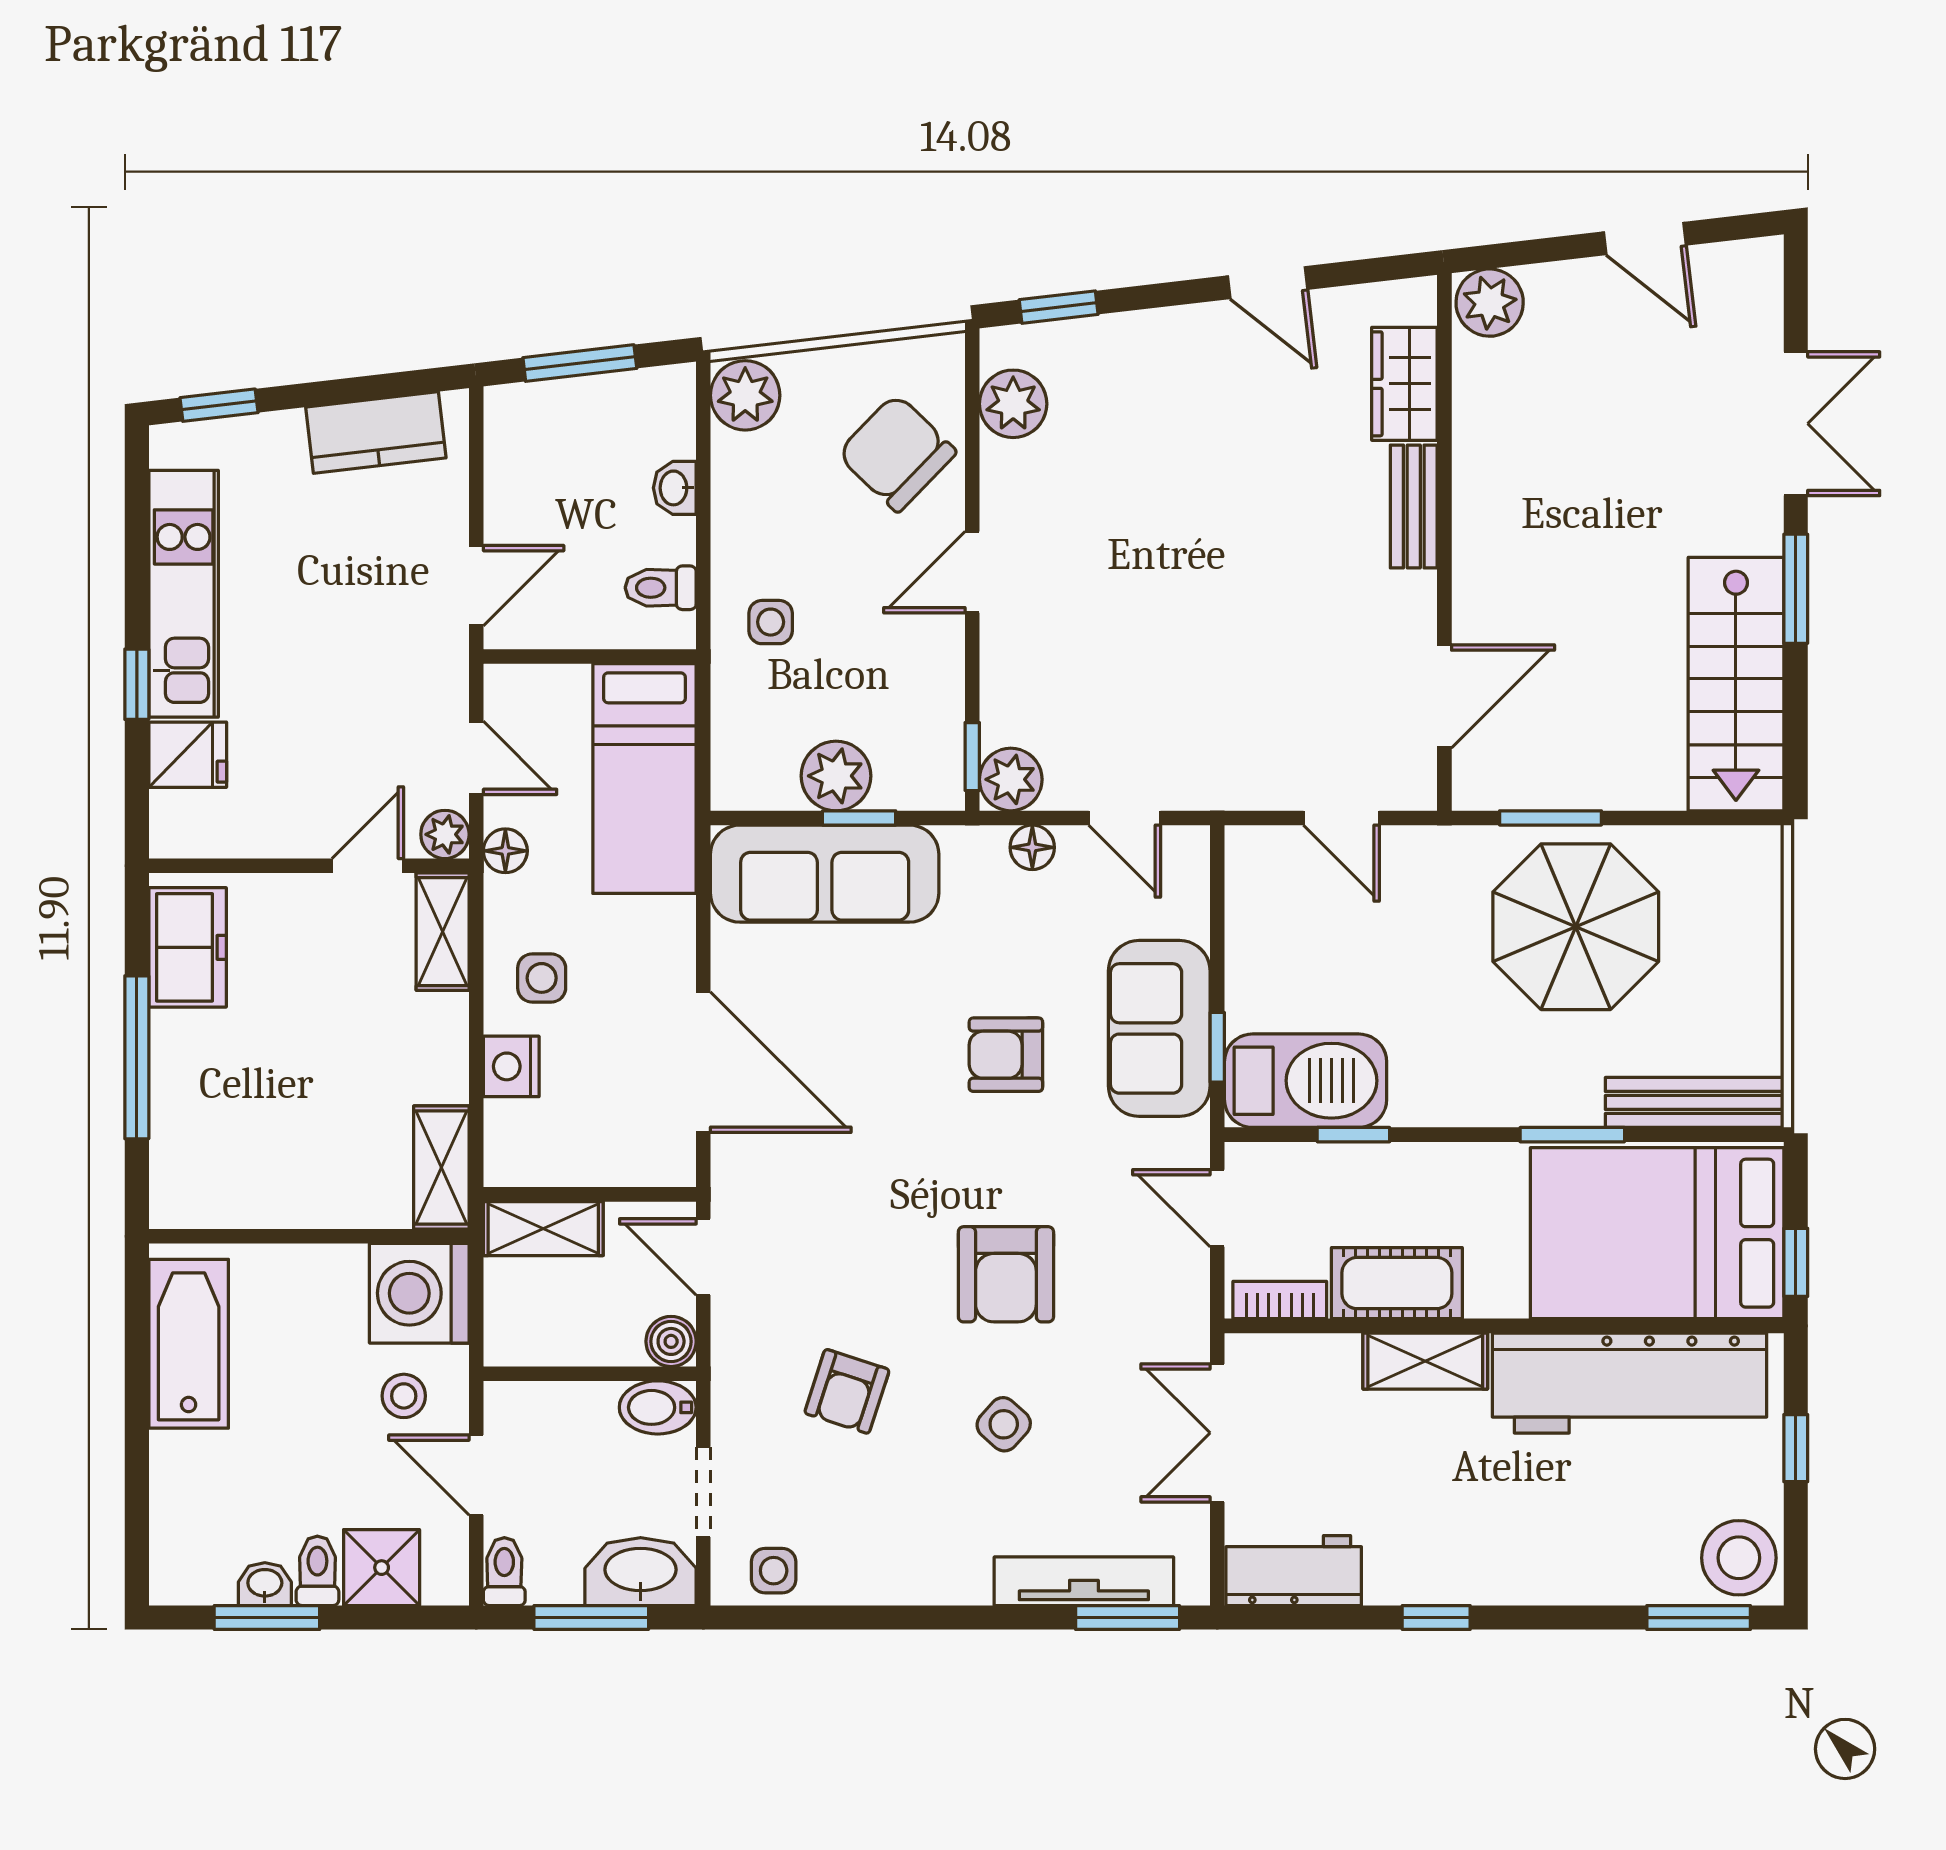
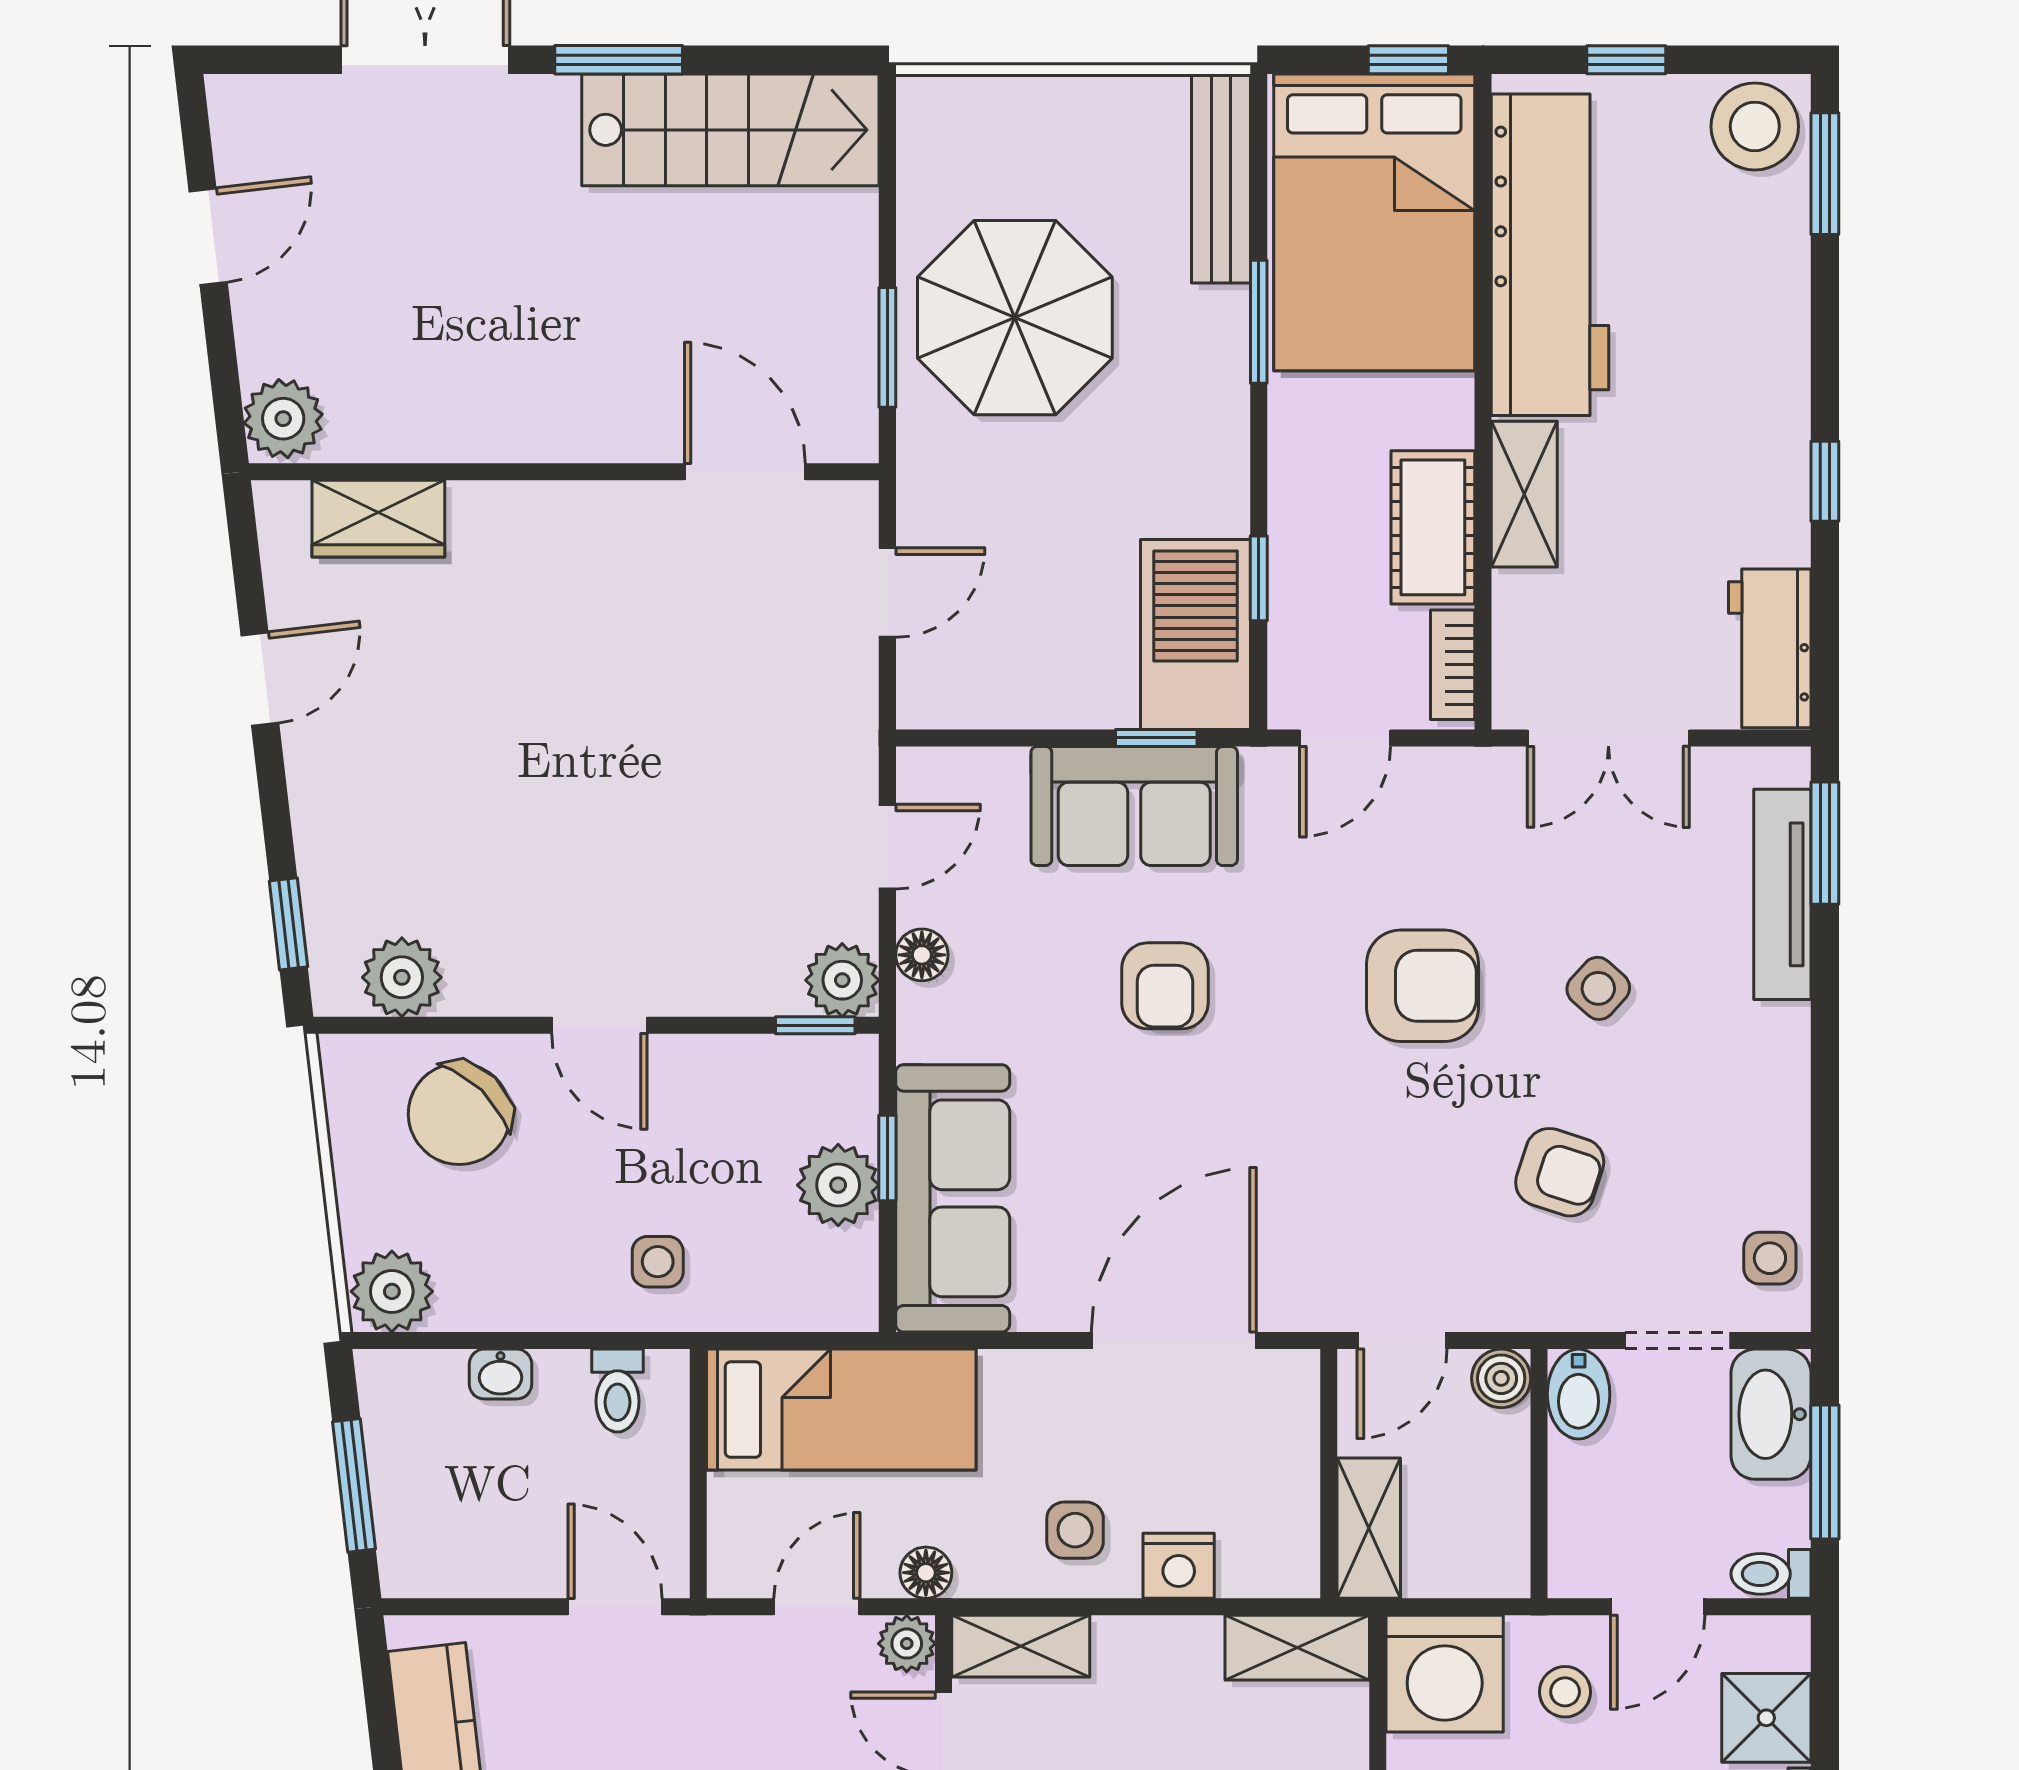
bench: (1414, 507) -> (522, 508), removed

